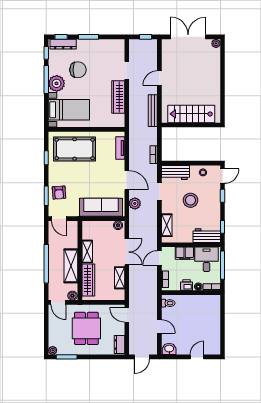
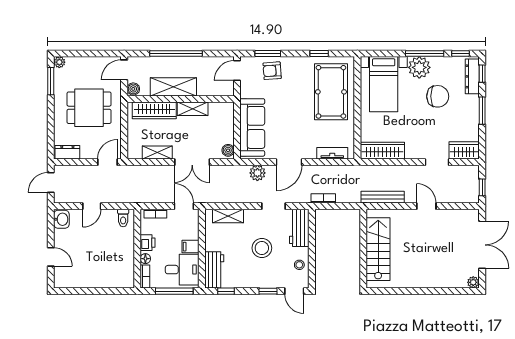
wardrobe: (118, 50) -> (464, 150), added
chair: (78, 70) -> (438, 96), turned -90
wardrobe: (118, 97) -> (382, 151), moved
filing cabinet: (185, 253) -> (190, 247), width x0.50
door: (142, 357) -> (51, 183), hinge flipped

